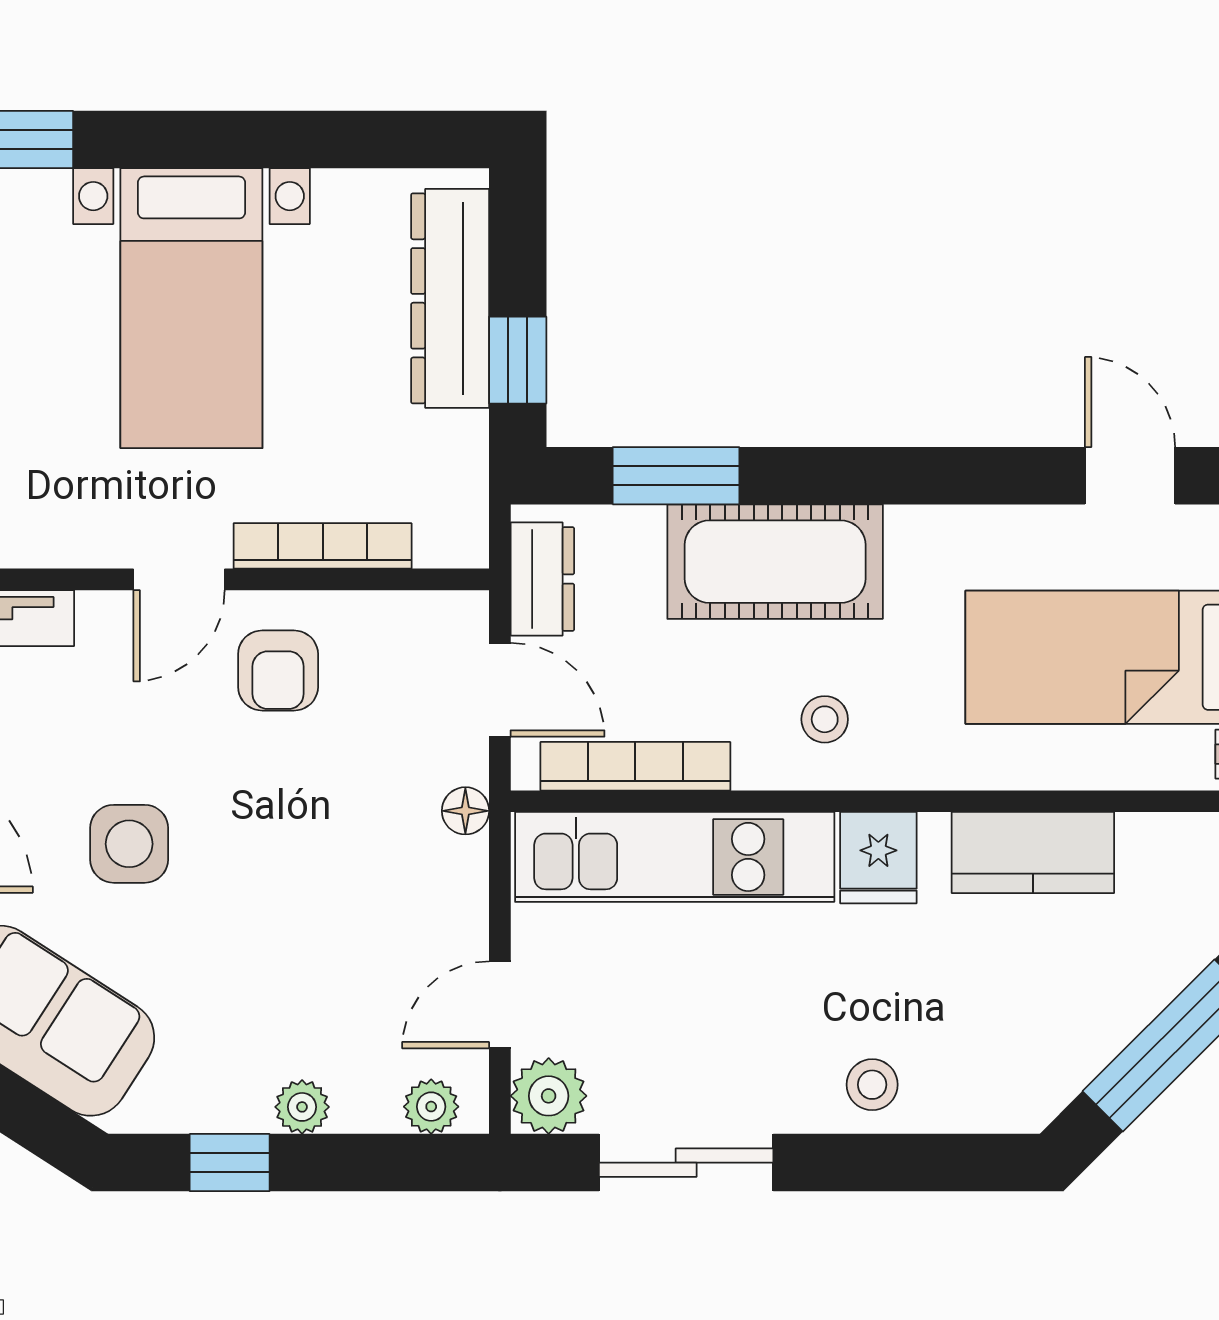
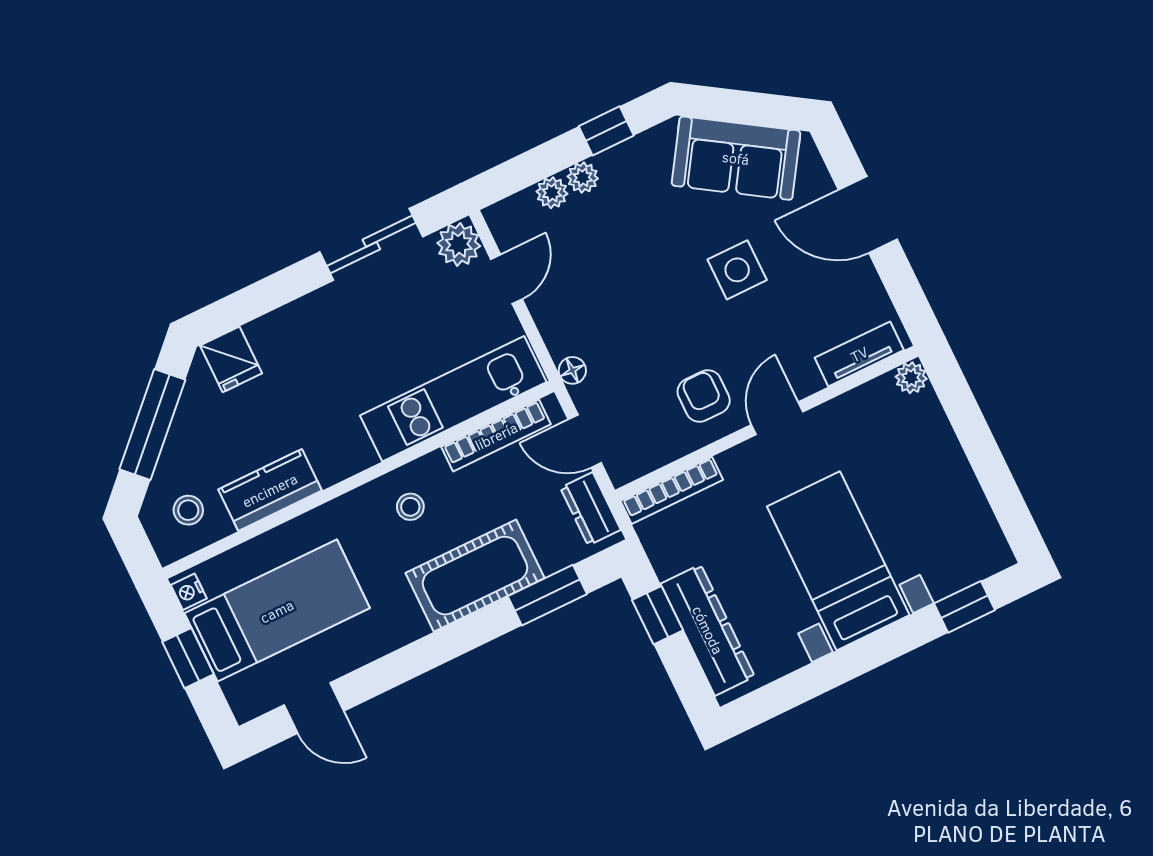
bookcase: (323, 546) -> (672, 490), moved
fridge: (878, 858) -> (231, 359), moved, turned 180
stool: (872, 1085) -> (188, 510), moved
plant: (431, 1107) -> (552, 193), moved

